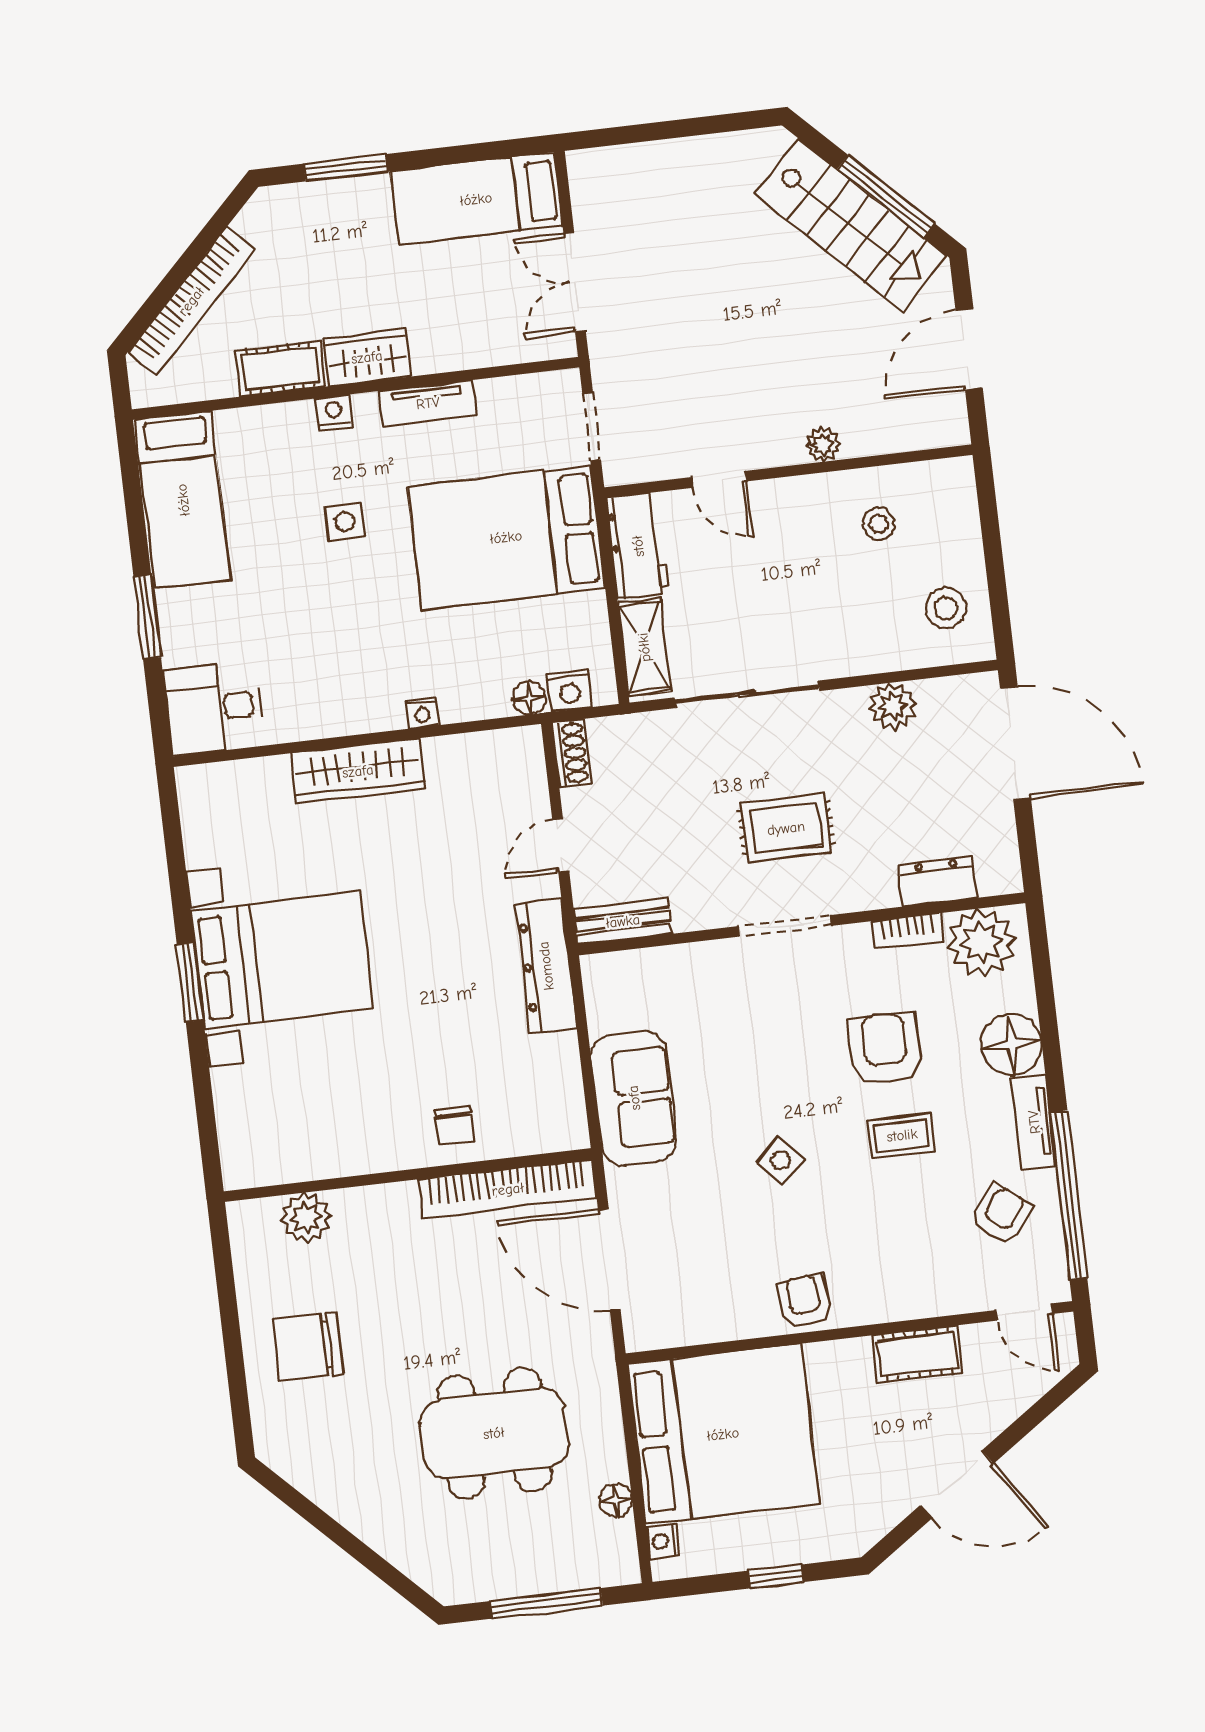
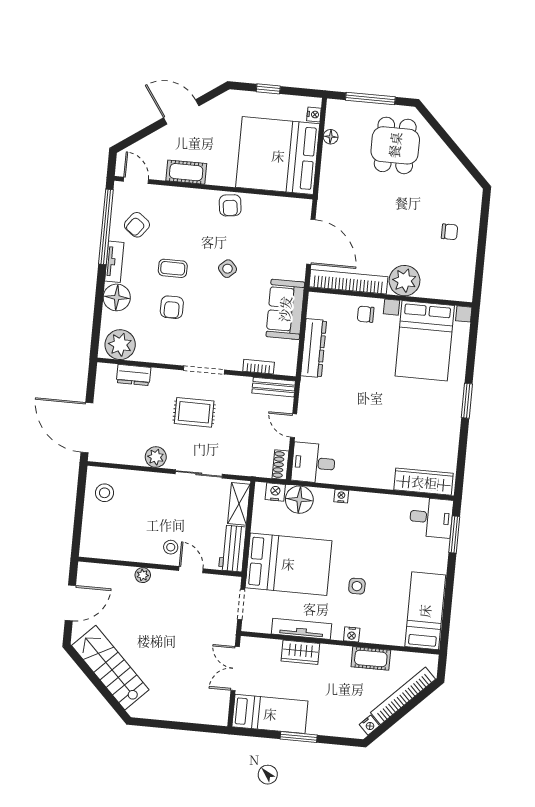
window: (346, 168) -> (299, 737), moved
window: (886, 196) -> (92, 677), removed
nightstand: (252, 221) -> (369, 725), added
double door: (575, 282) -> (235, 668), swing flipped
wardrobe: (367, 357) -> (300, 652), moved
tv unit: (428, 403) -> (302, 629), width x1.41
stool: (879, 524) -> (171, 547), moved
window: (147, 617) -> (454, 534), moved
sliding door: (747, 694) -> (199, 474), width x0.73
floor lamp: (529, 698) -> (299, 500), width x1.89, depth x1.89
plant: (893, 706) -> (156, 457), moved
wardrobe: (358, 771) -> (424, 482), moved
desk: (499, 773) -> (313, 463), added
door: (561, 846) -> (294, 426), swing flipped
bookcase: (908, 931) -> (259, 367), moved
bed with nightstands: (283, 960) -> (425, 341), moved, turned -90
dresser: (546, 966) -> (314, 348), moved
armchair: (885, 1049) -> (172, 307), width x0.72, depth x0.72
chair: (454, 1125) -> (366, 314), turned -90
plant: (306, 1218) -> (404, 281), moved, width x1.36, depth x1.36
chair: (308, 1347) -> (450, 232), width x0.54, depth x0.54
dining table: (494, 1433) -> (395, 145), moved, width x0.73

